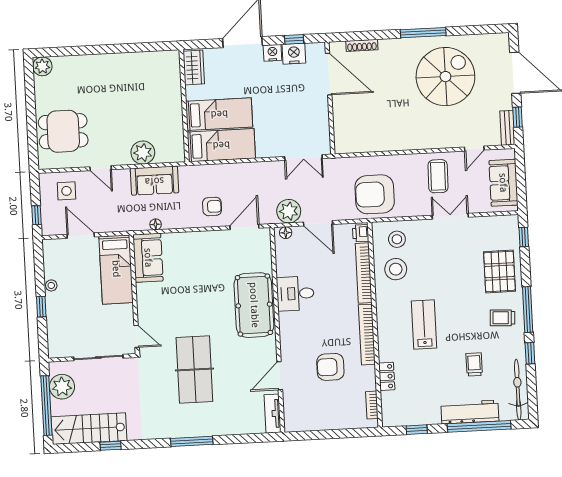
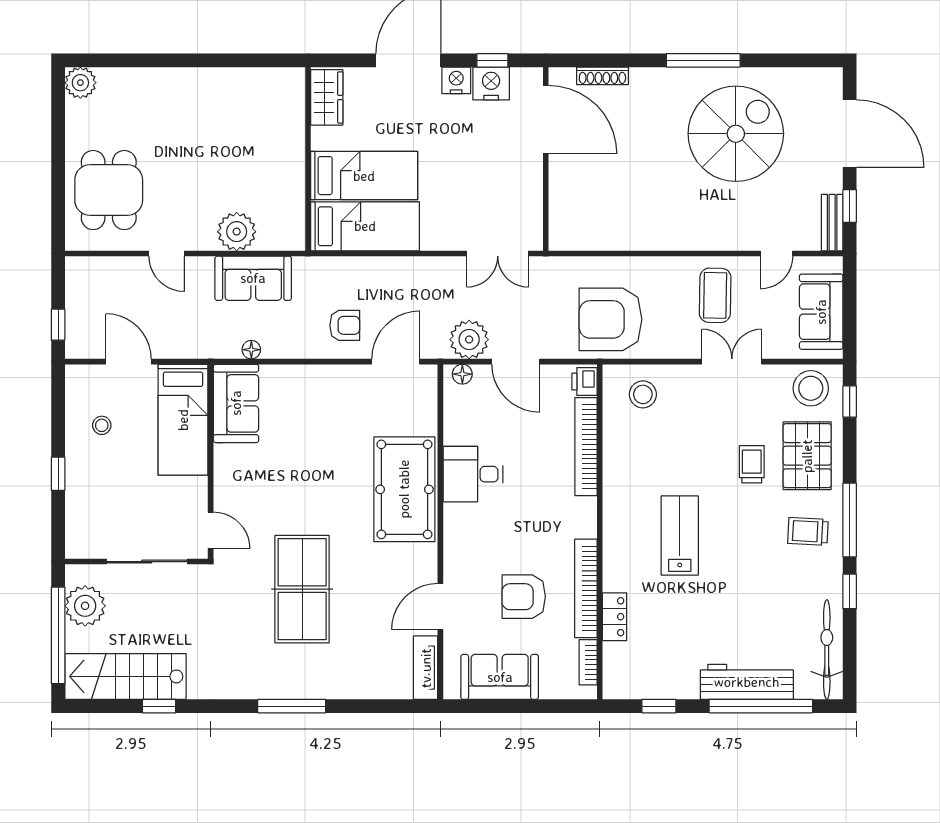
dining table: (63, 131) -> (109, 190), turned 90
side table: (66, 191) -> (109, 288), removed
stool: (396, 269) -> (811, 388), moved
stool: (51, 285) -> (102, 425), moved
bookcase: (367, 335) -> (586, 588), moved
trolley: (474, 364) -> (752, 464), moved
sofa: (318, 417) -> (500, 677), added

